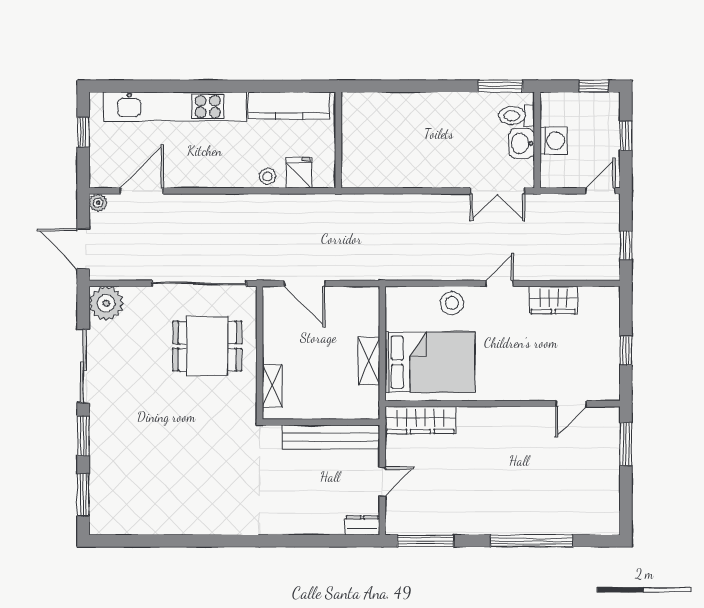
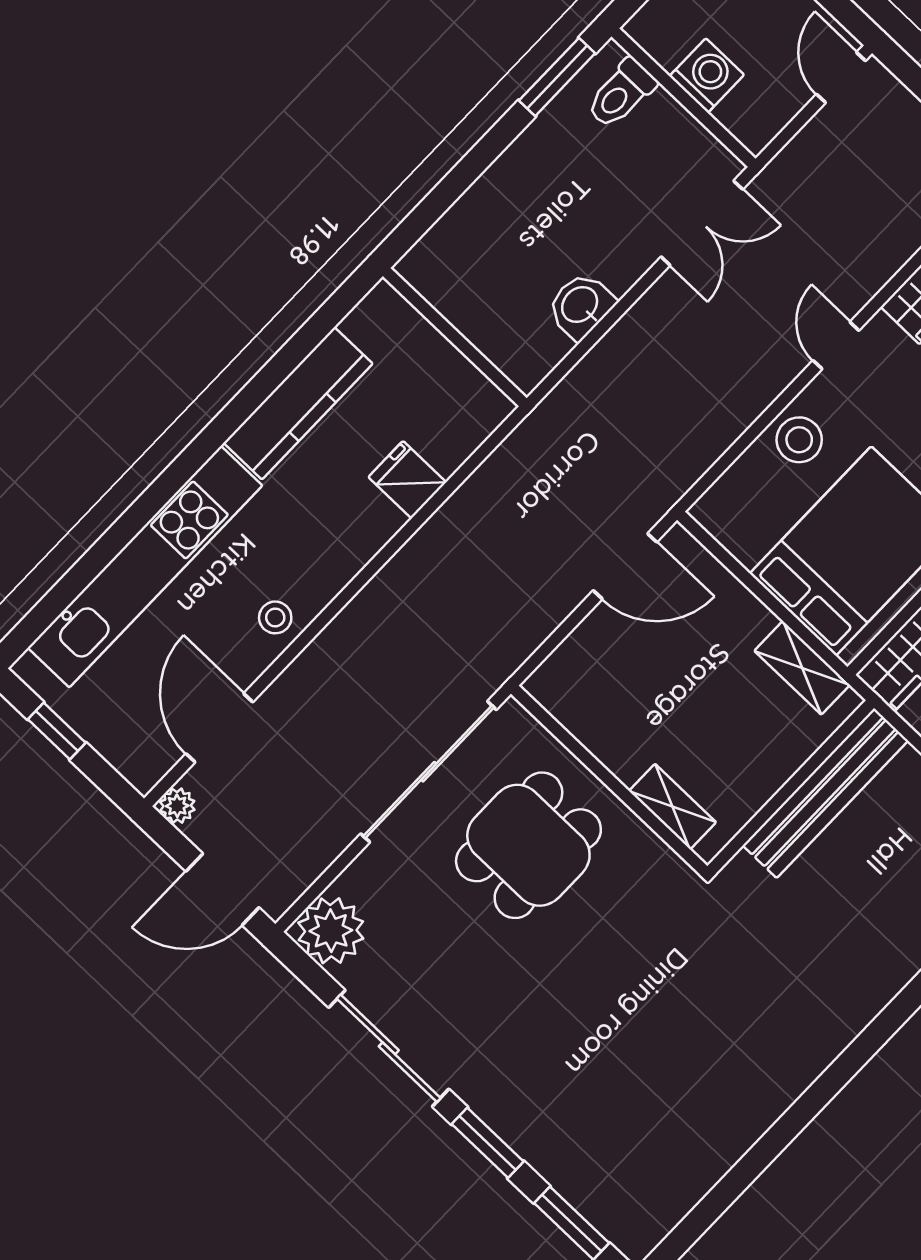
wall: (338, 140) -> (455, 337), moved
washbasin: (522, 143) -> (581, 306), moved, turned 90
stool: (267, 176) -> (275, 617), moved
door: (305, 283) -> (625, 566), moved
shelving: (369, 361) -> (802, 668), moved

